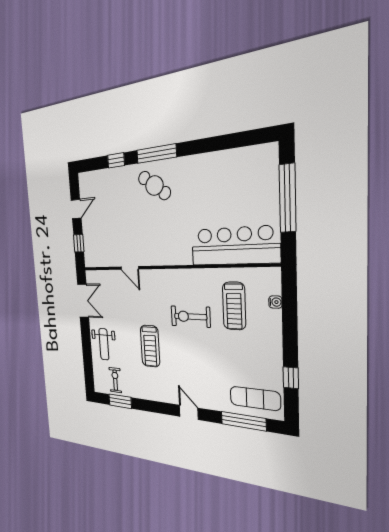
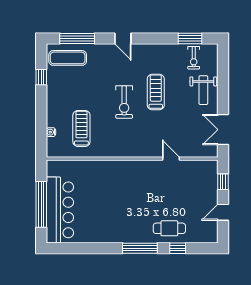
cafe table: (154, 185) -> (169, 228), moved, turned -38
bar counter: (234, 246) -> (60, 210), moved, turned -90
exercise bike: (190, 317) -> (124, 102), moved, turned 90
weight bench: (104, 344) -> (203, 90), turned 180

